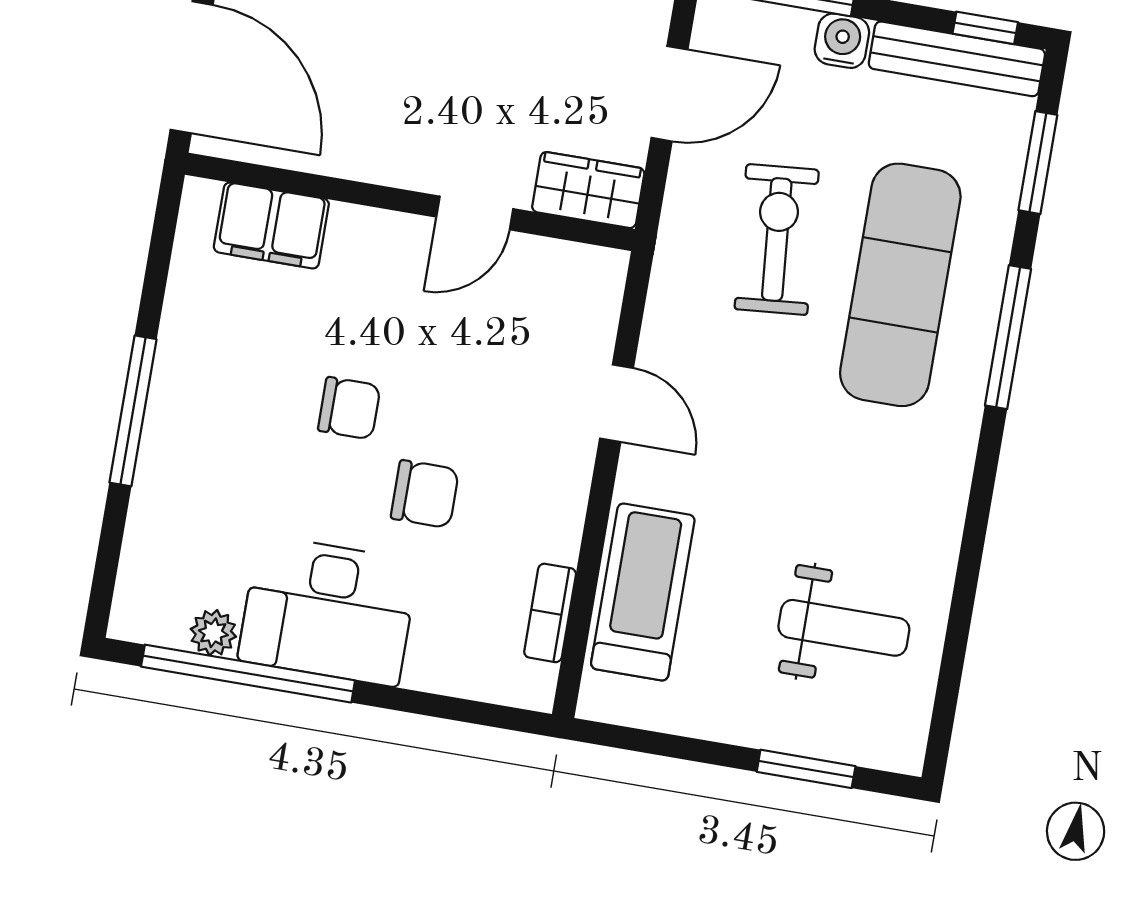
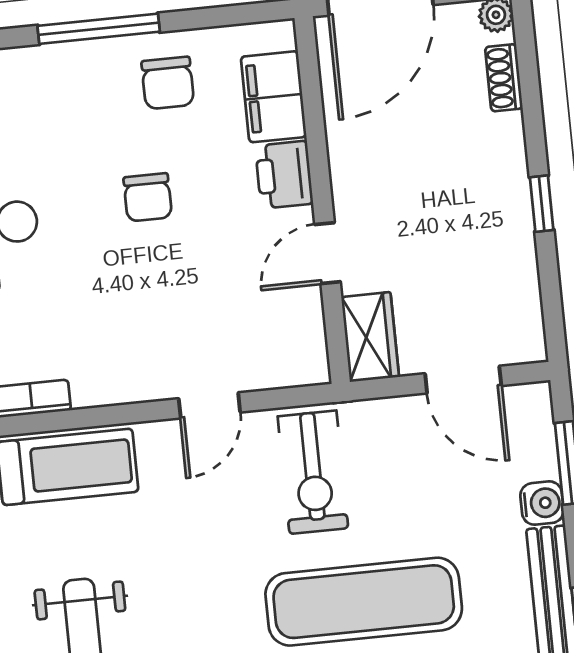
door: (475, 213) -> (328, 253), hinge flipped
printer: (367, 239) -> (284, 175), added
exercise bike: (777, 240) -> (313, 472), moved, turned 95
chair: (425, 494) -> (168, 83), moved

